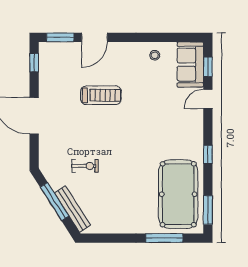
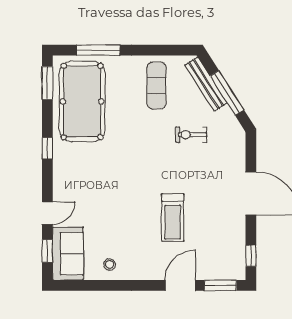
treadmill: (101, 95) -> (173, 218), turned -90
exercise mat: (115, 208) -> (157, 86), added

